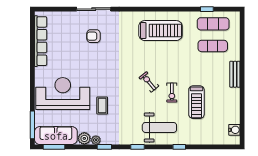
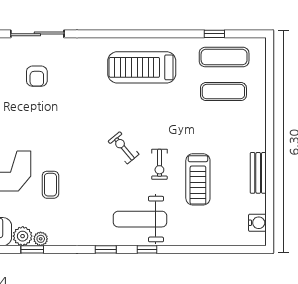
treadmill: (161, 31) -> (142, 67), turned 180
armchair: (93, 36) -> (37, 76), turned -90
bench: (235, 74) -> (258, 173), moved
weight bench: (159, 127) -> (140, 219), turned 180
window: (104, 147) -> (32, 249), moved
window: (179, 147) -> (147, 249), moved

